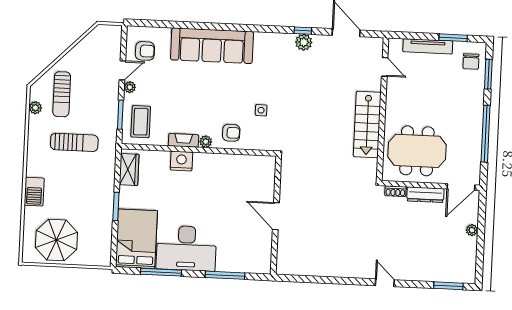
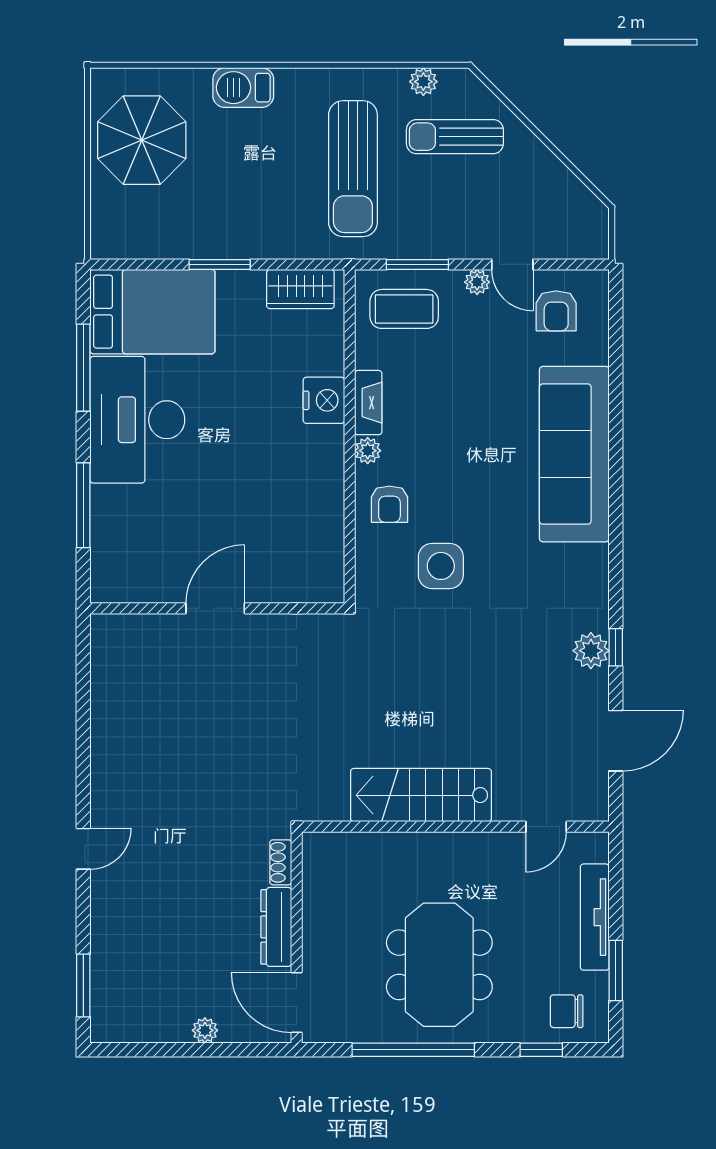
window: (488, 74) -> (541, 1050), width x0.67
side table: (261, 110) -> (441, 566), width x1.87, depth x1.87
sun lounger: (74, 142) -> (353, 169), width x1.36, depth x1.34
meeting table: (417, 151) -> (439, 965), moved

